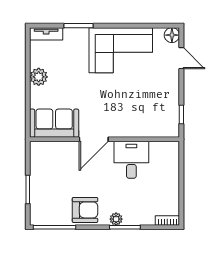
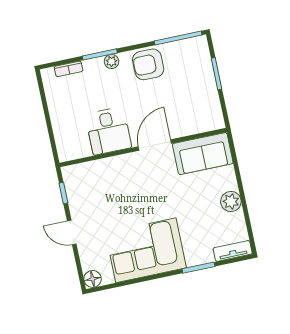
door: (181, 58) -> (72, 232), moved
bookcase: (167, 221) -> (69, 69), moved

